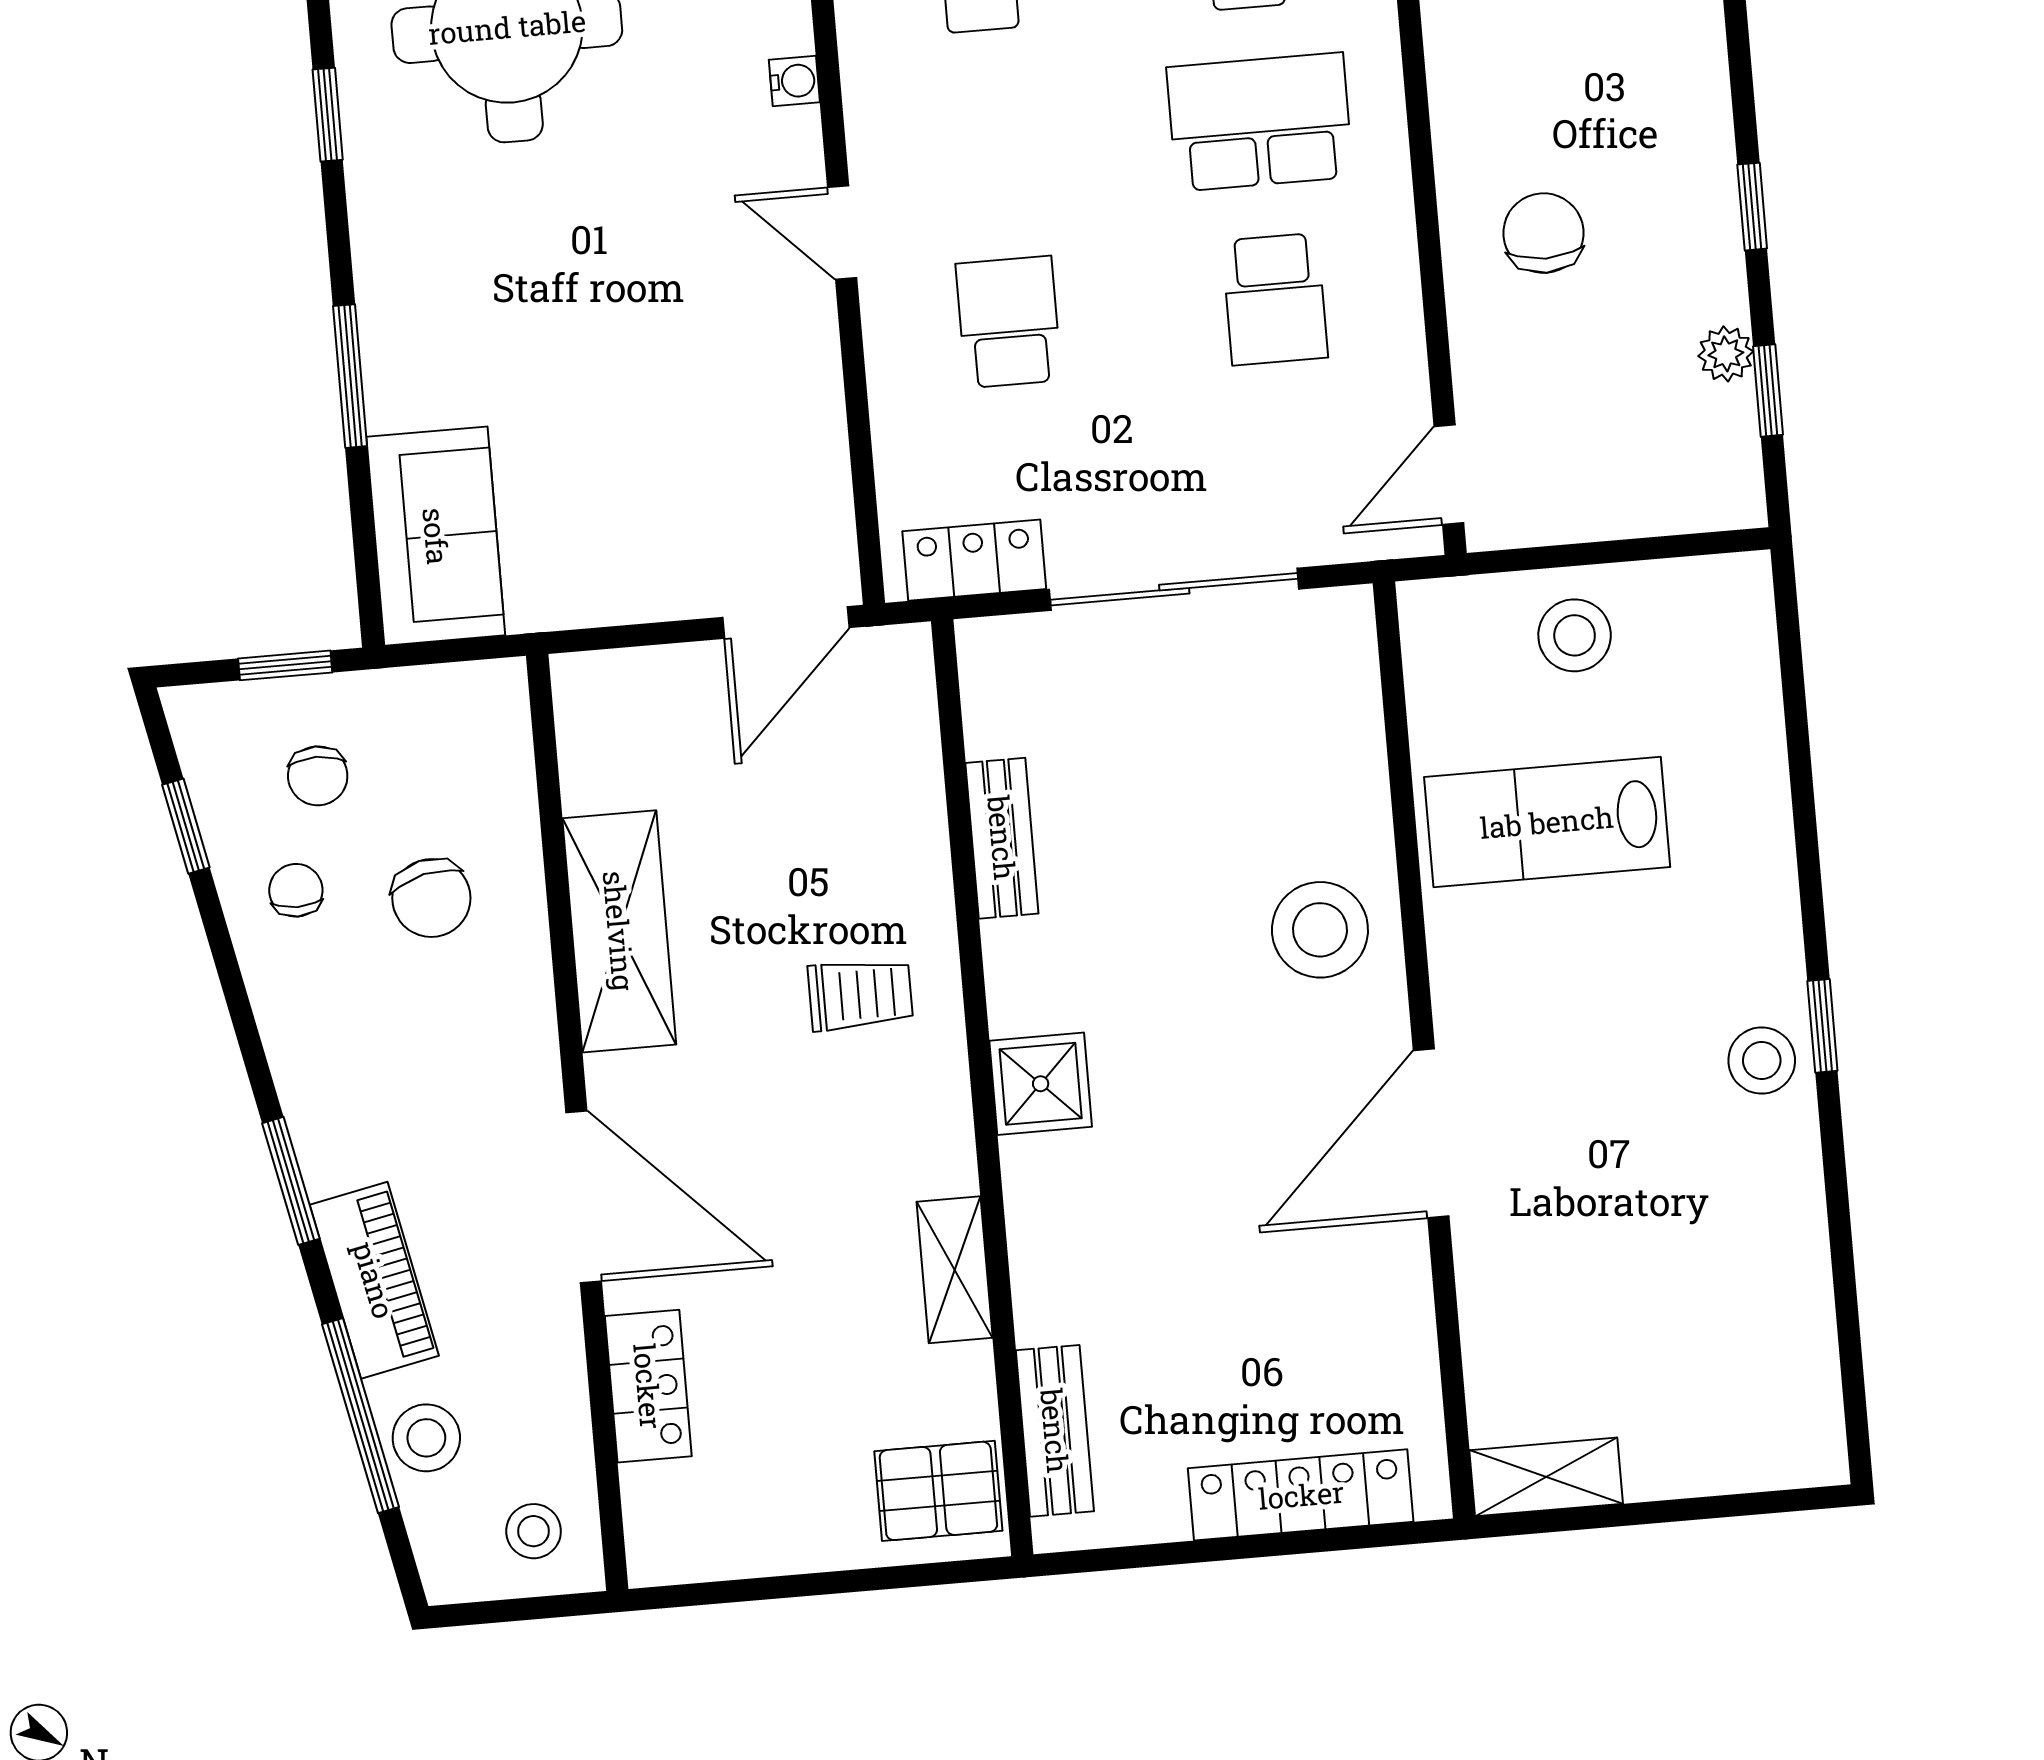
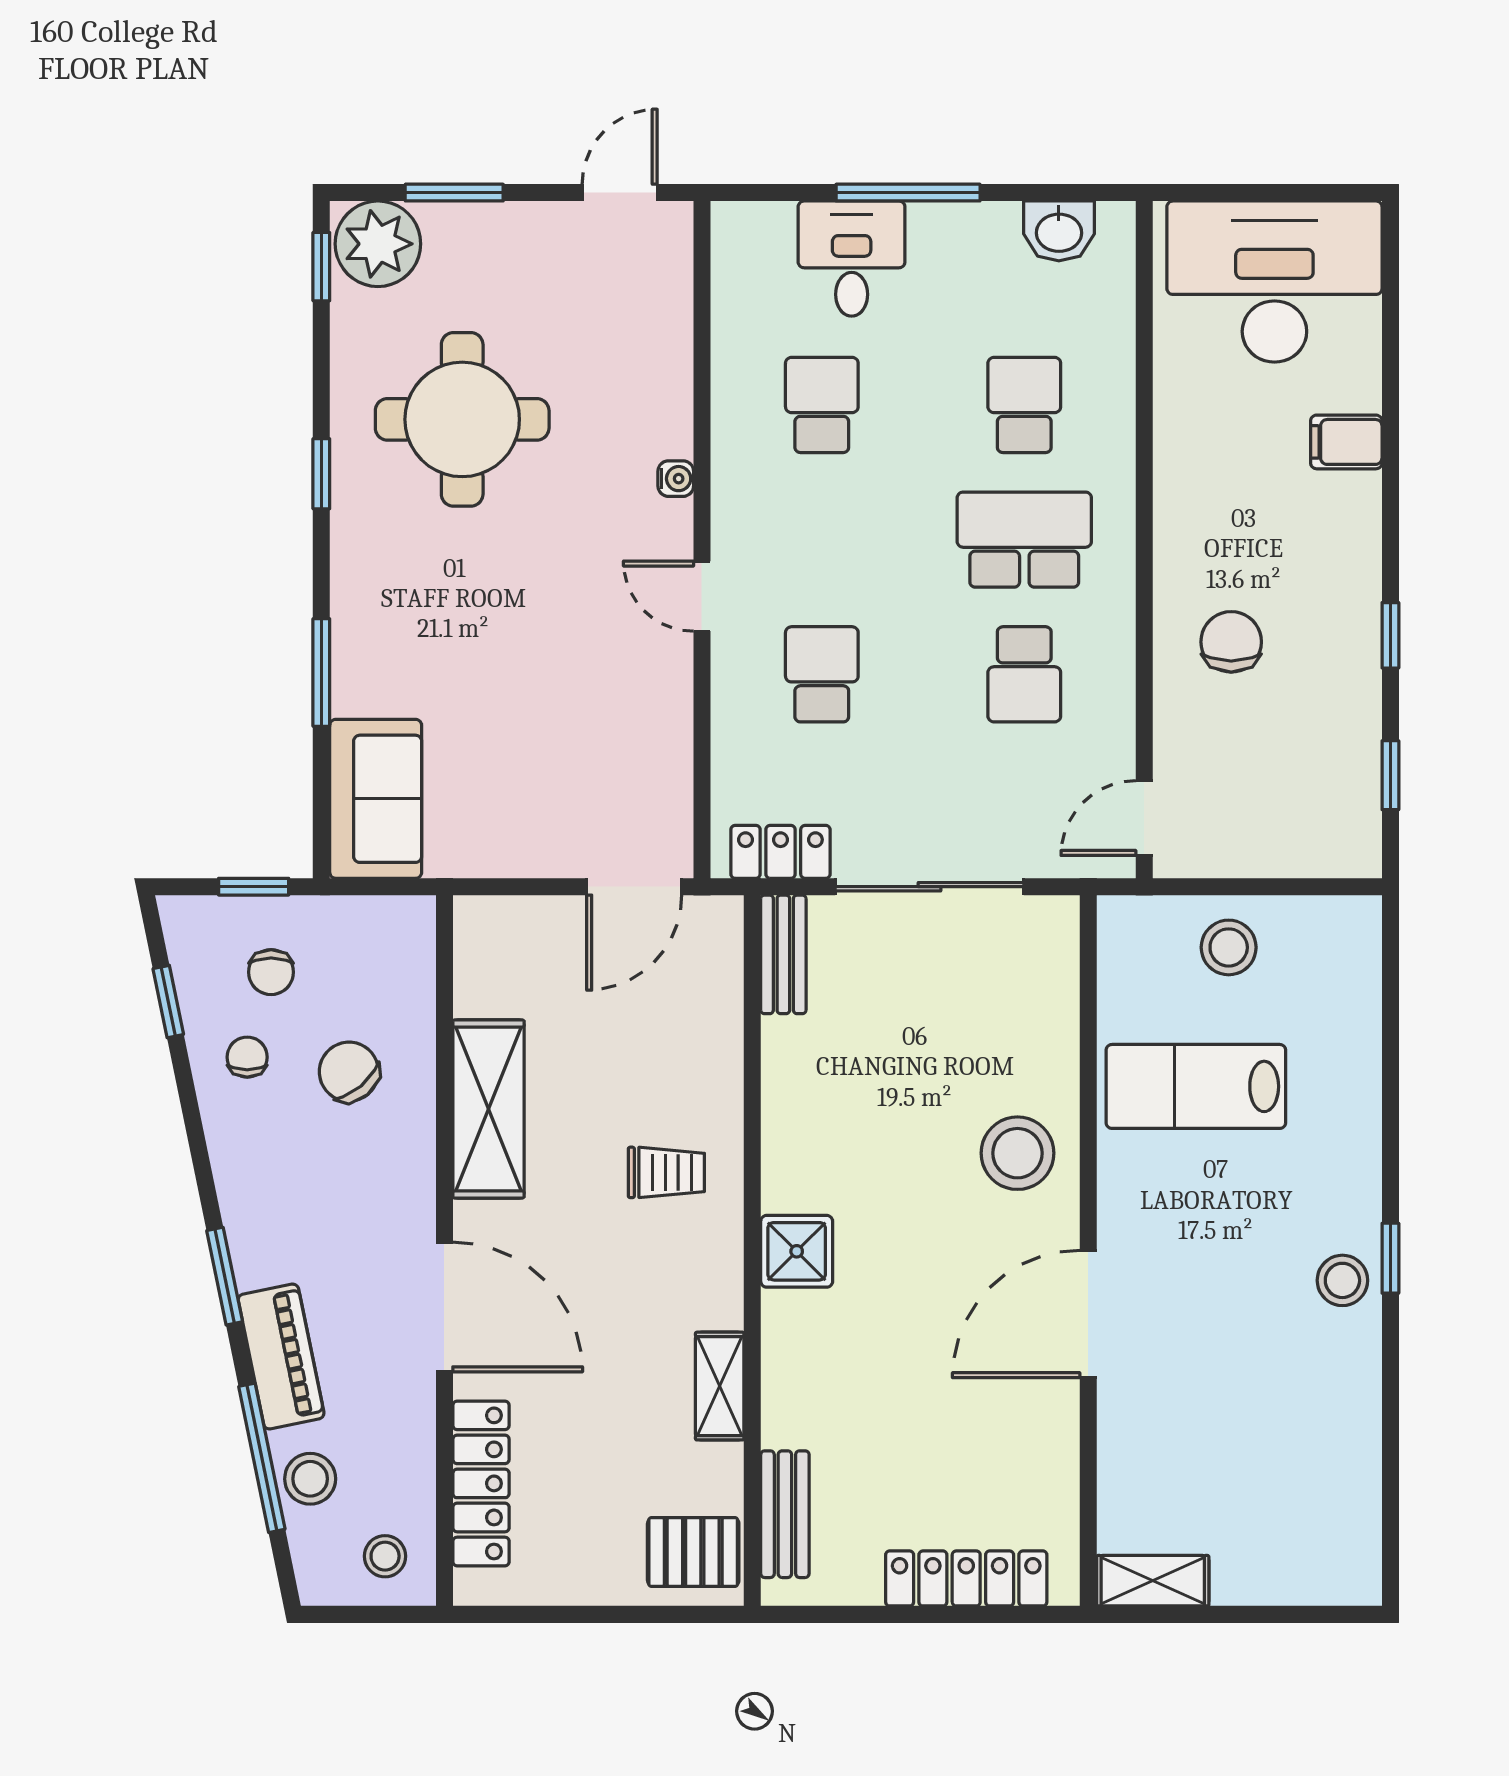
plant: (1726, 354) -> (1361, 745), removed
bench: (1002, 838) -> (783, 954), moved
chair: (431, 898) -> (349, 1072), turned 153
locker: (648, 1386) -> (481, 1483), width x1.53

